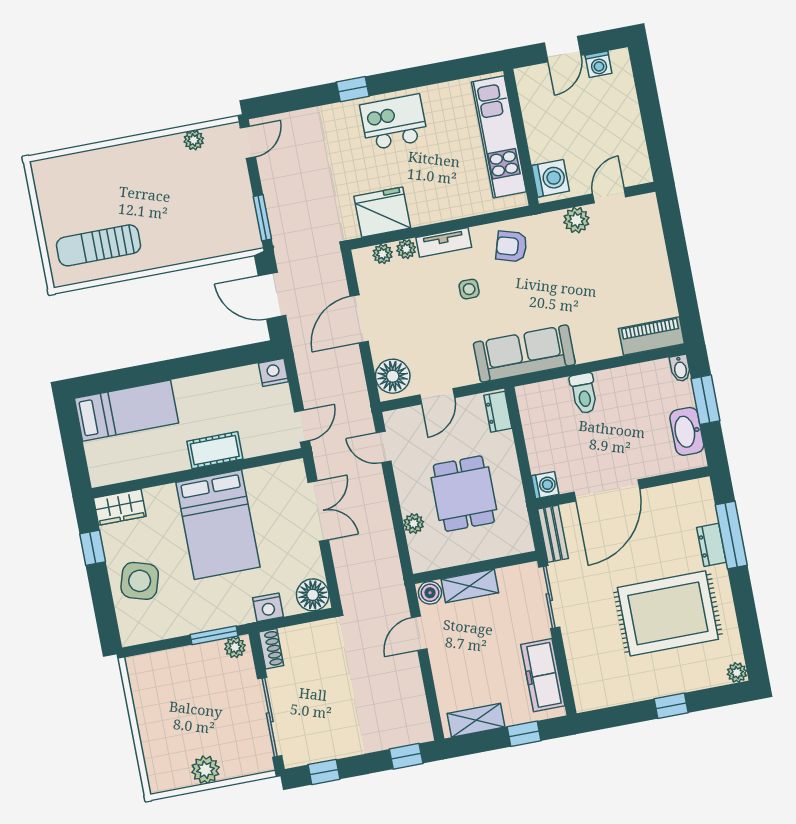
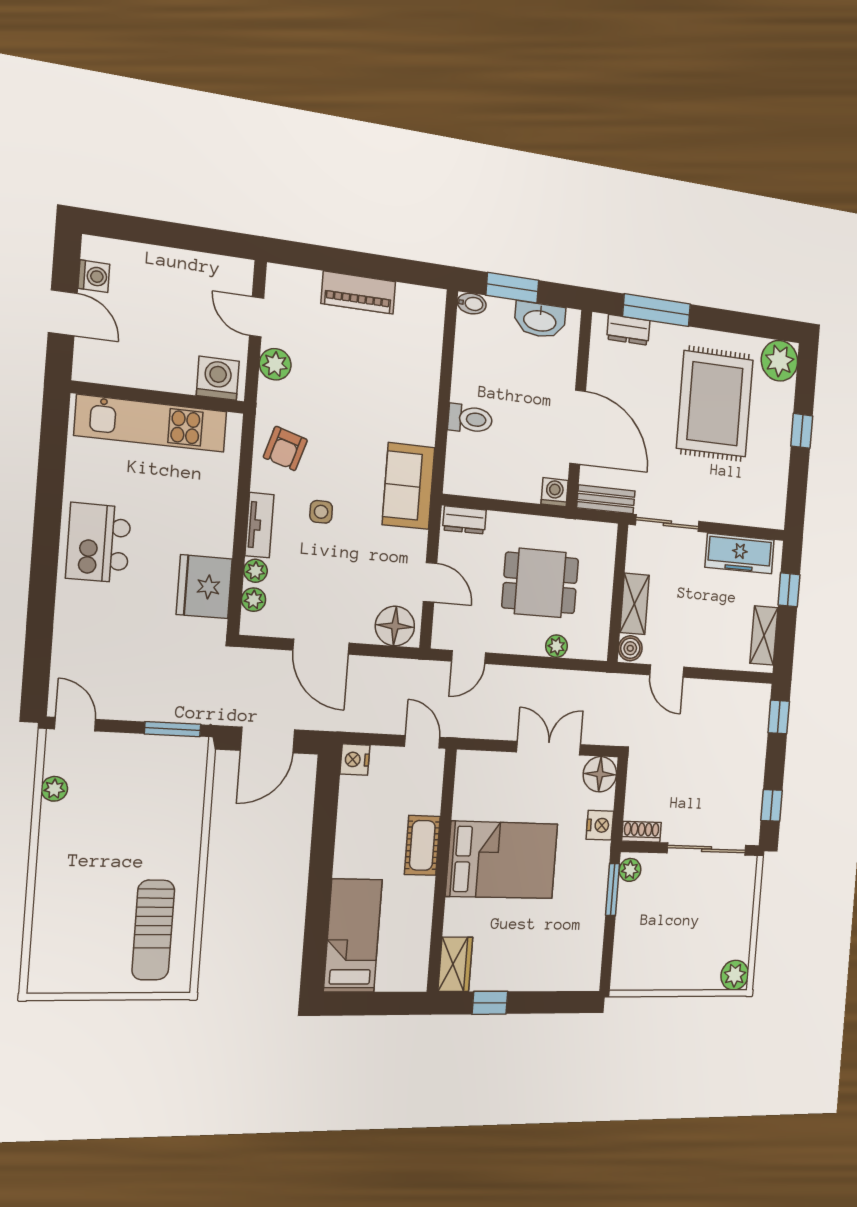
window: (353, 89) -> (43, 581), removed
piano: (651, 336) -> (358, 293), moved, turned -90
sofa: (524, 354) -> (408, 486), width x0.73
double door: (318, 511) -> (549, 748), moved
dresser: (711, 545) -> (628, 330), moved
side table: (140, 581) -> (537, 958), removed
plant: (737, 673) -> (780, 361), width x1.88, depth x1.88
plant: (205, 770) -> (735, 975), moved

